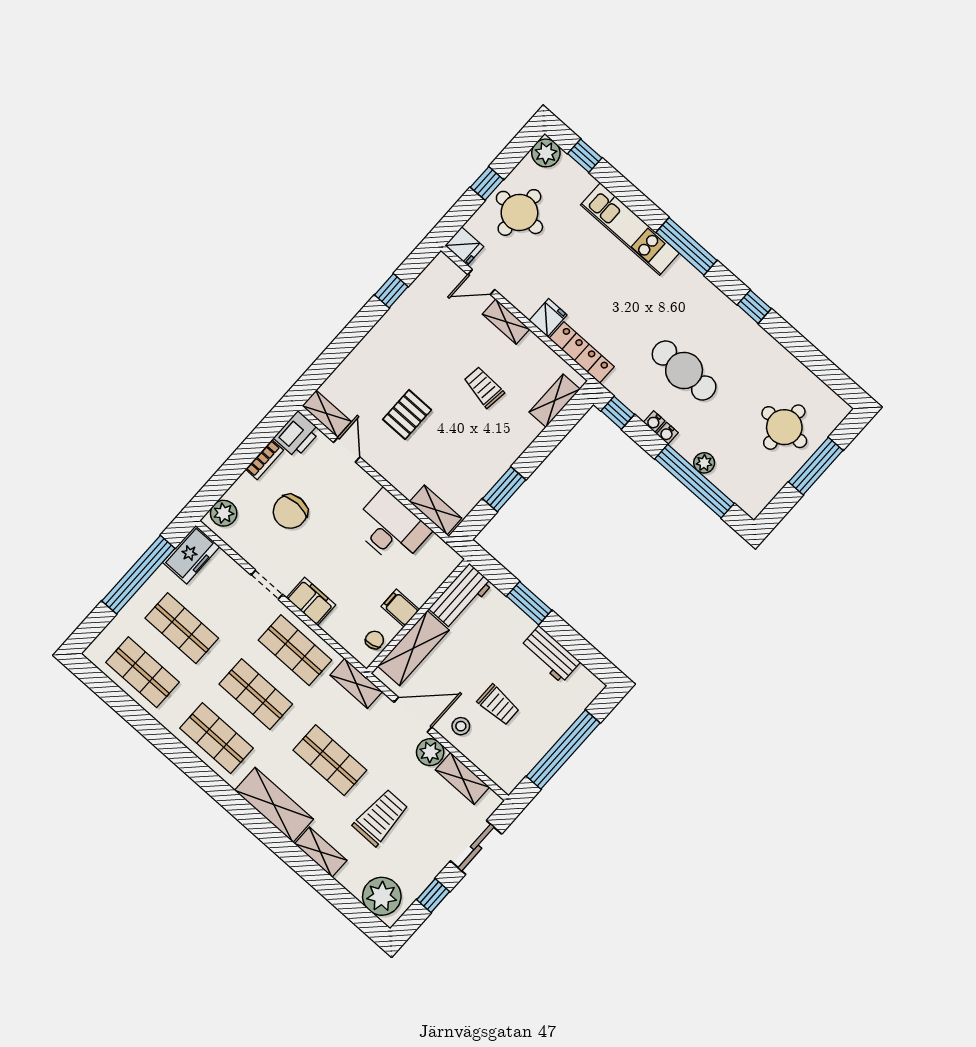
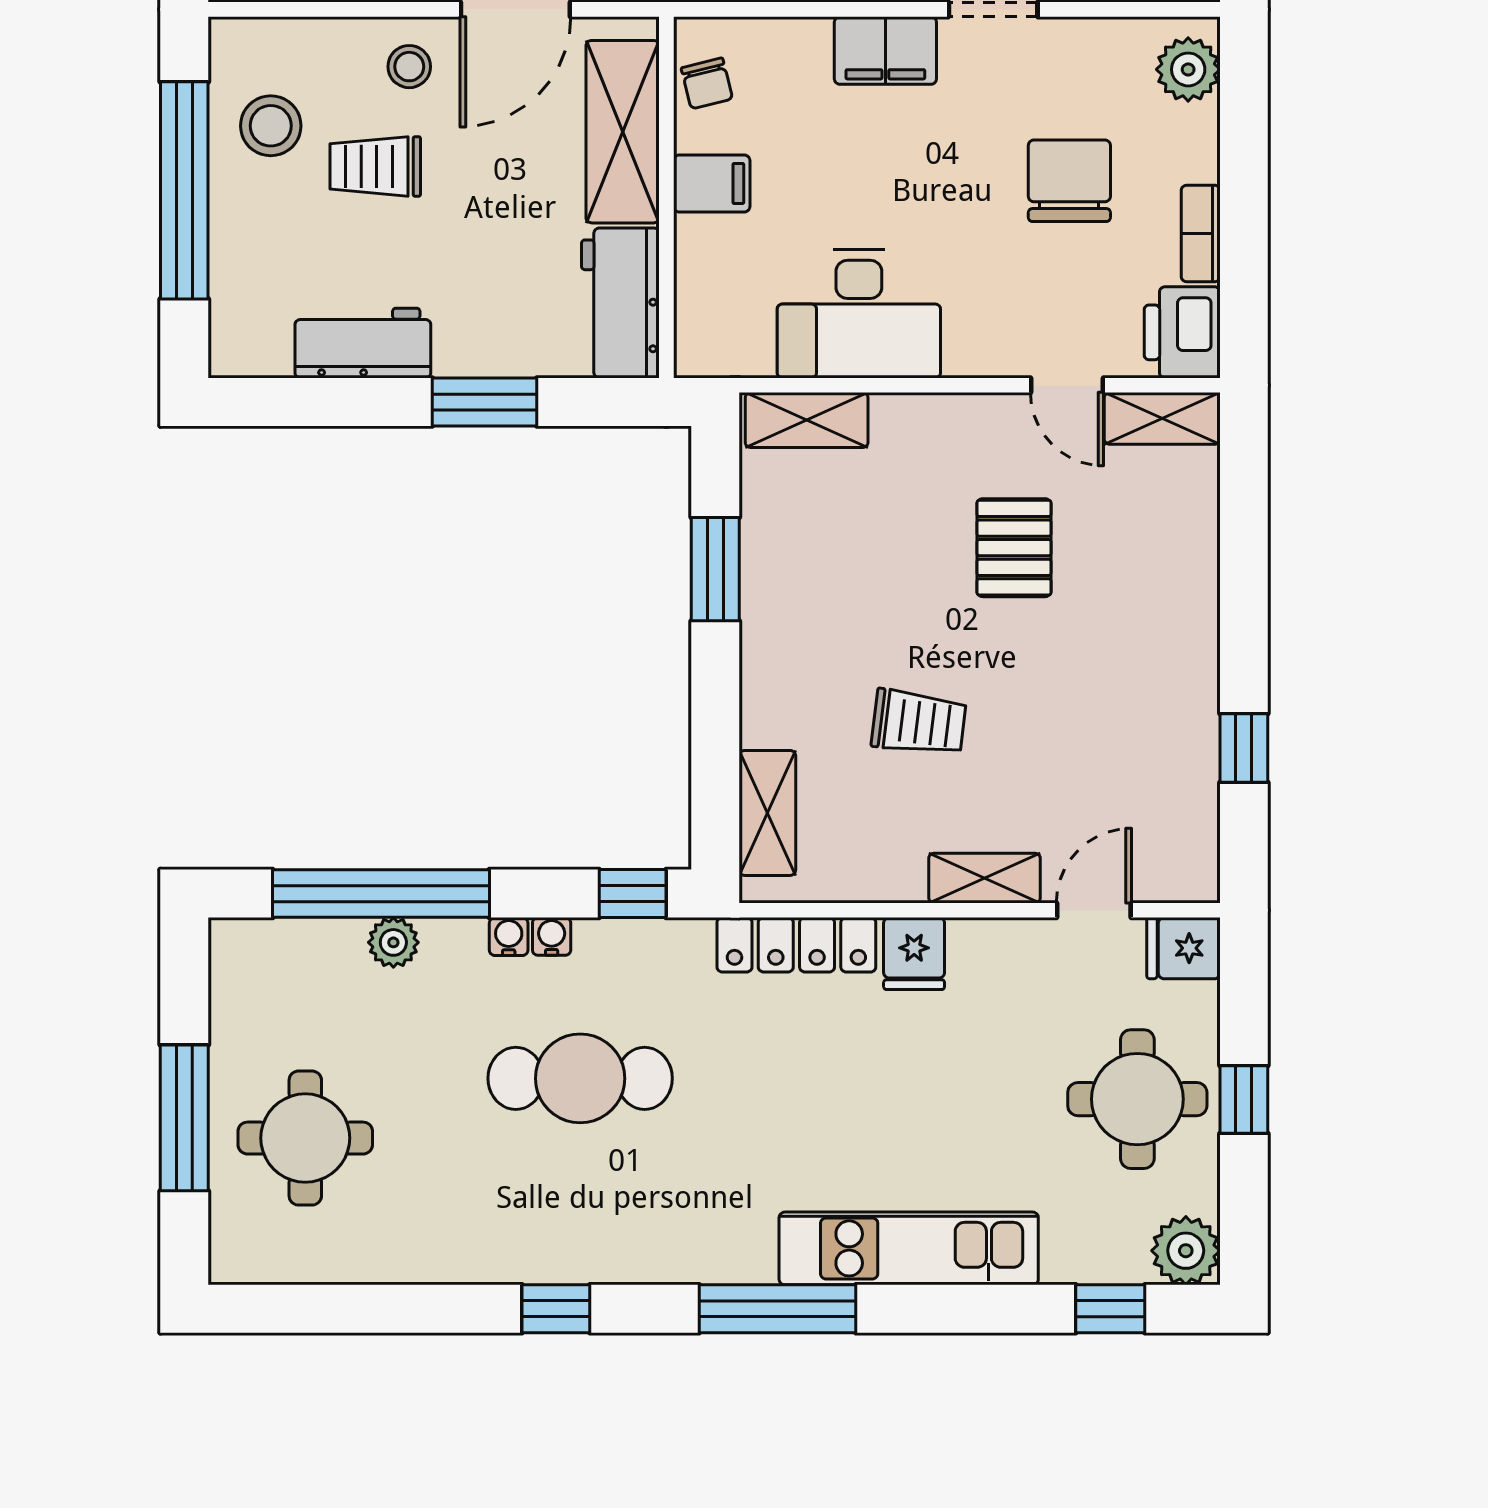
stool: (519, 746) -> (271, 126), added

